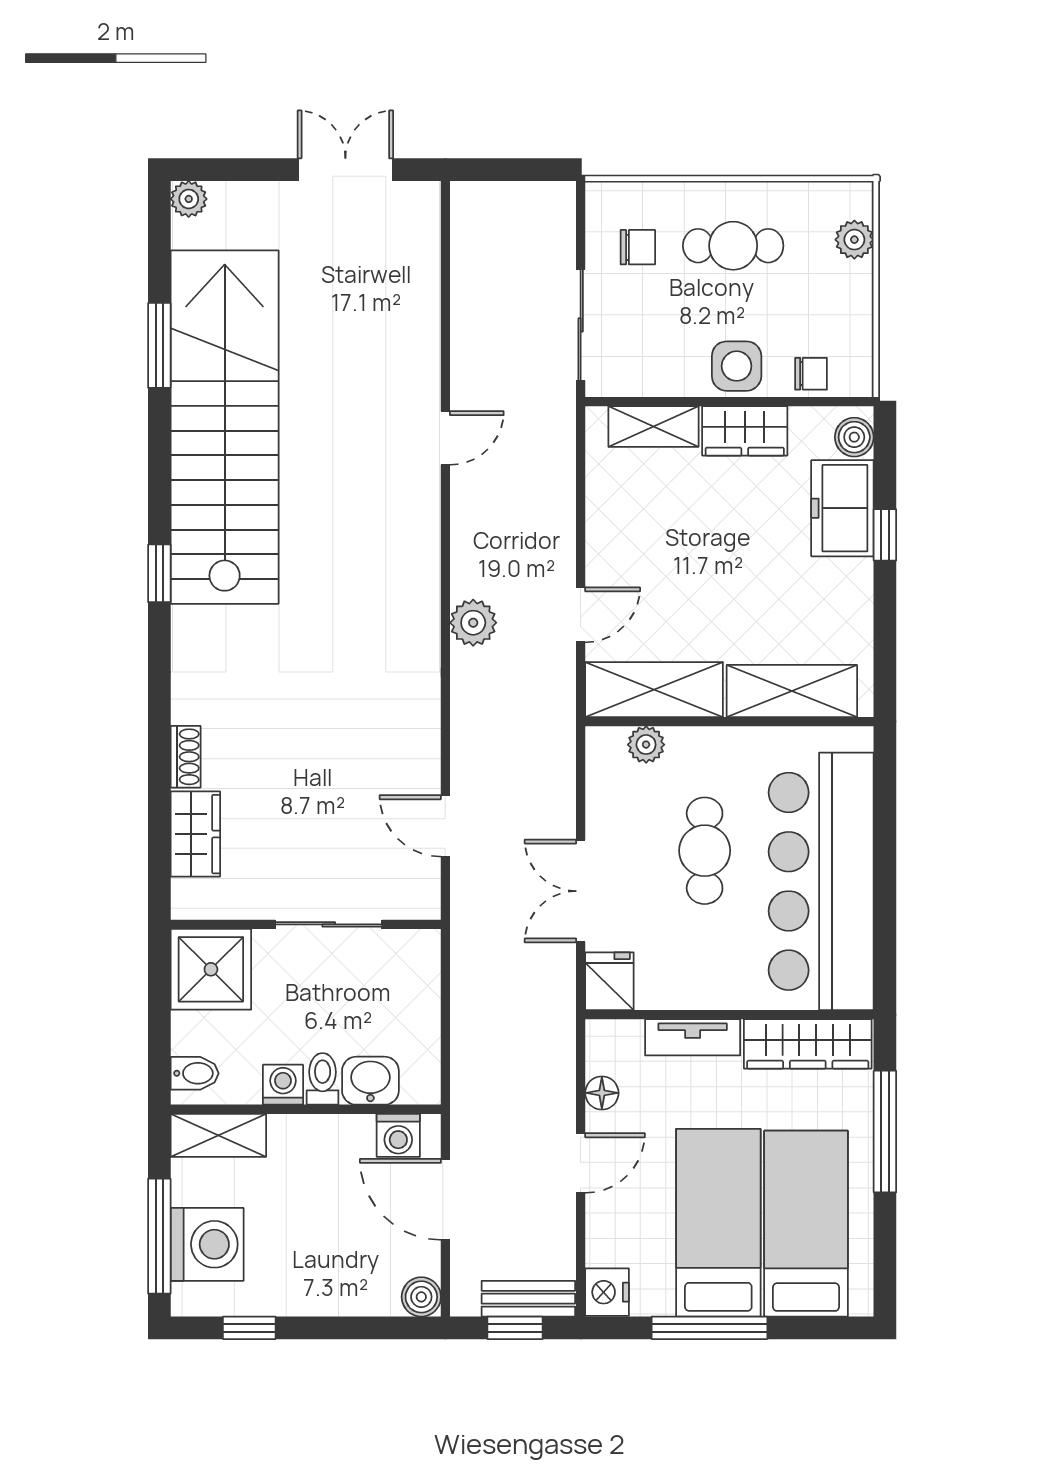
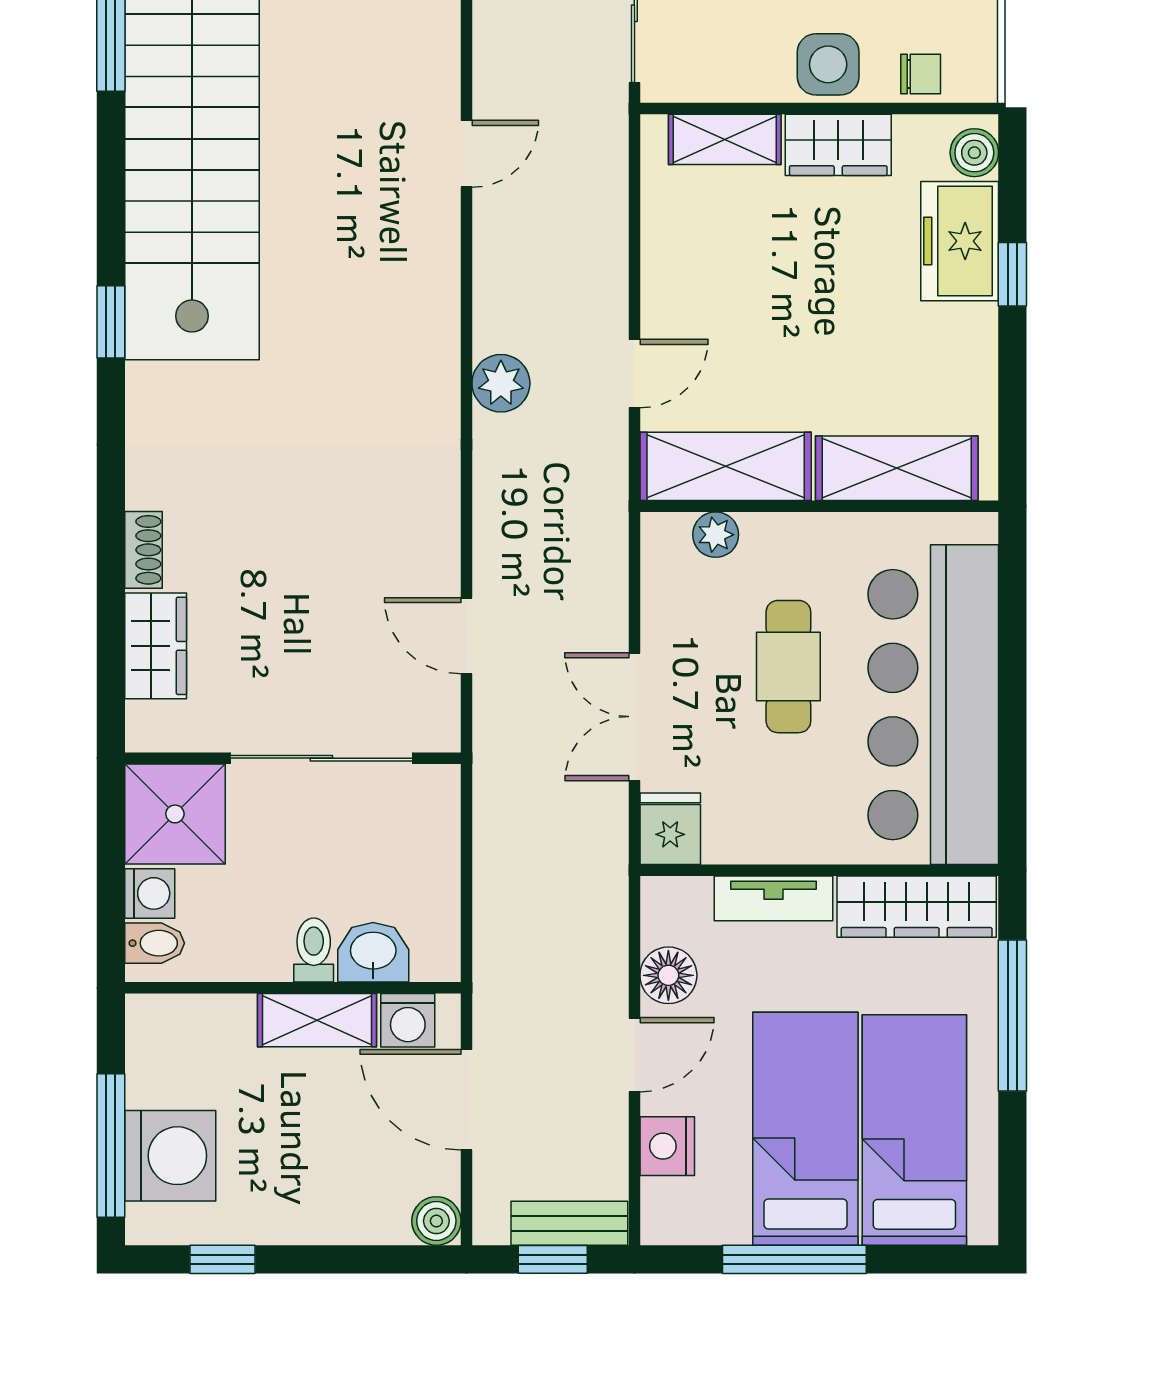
sliding door: (329, 924) -> (321, 758), width x1.37
washing machine: (283, 1085) -> (150, 893), moved, turned 90
floor lamp: (602, 1093) -> (668, 975), width x1.37, depth x1.37
shelving: (218, 1135) -> (317, 1020), moved
nightstand: (607, 1292) -> (667, 1146), moved

